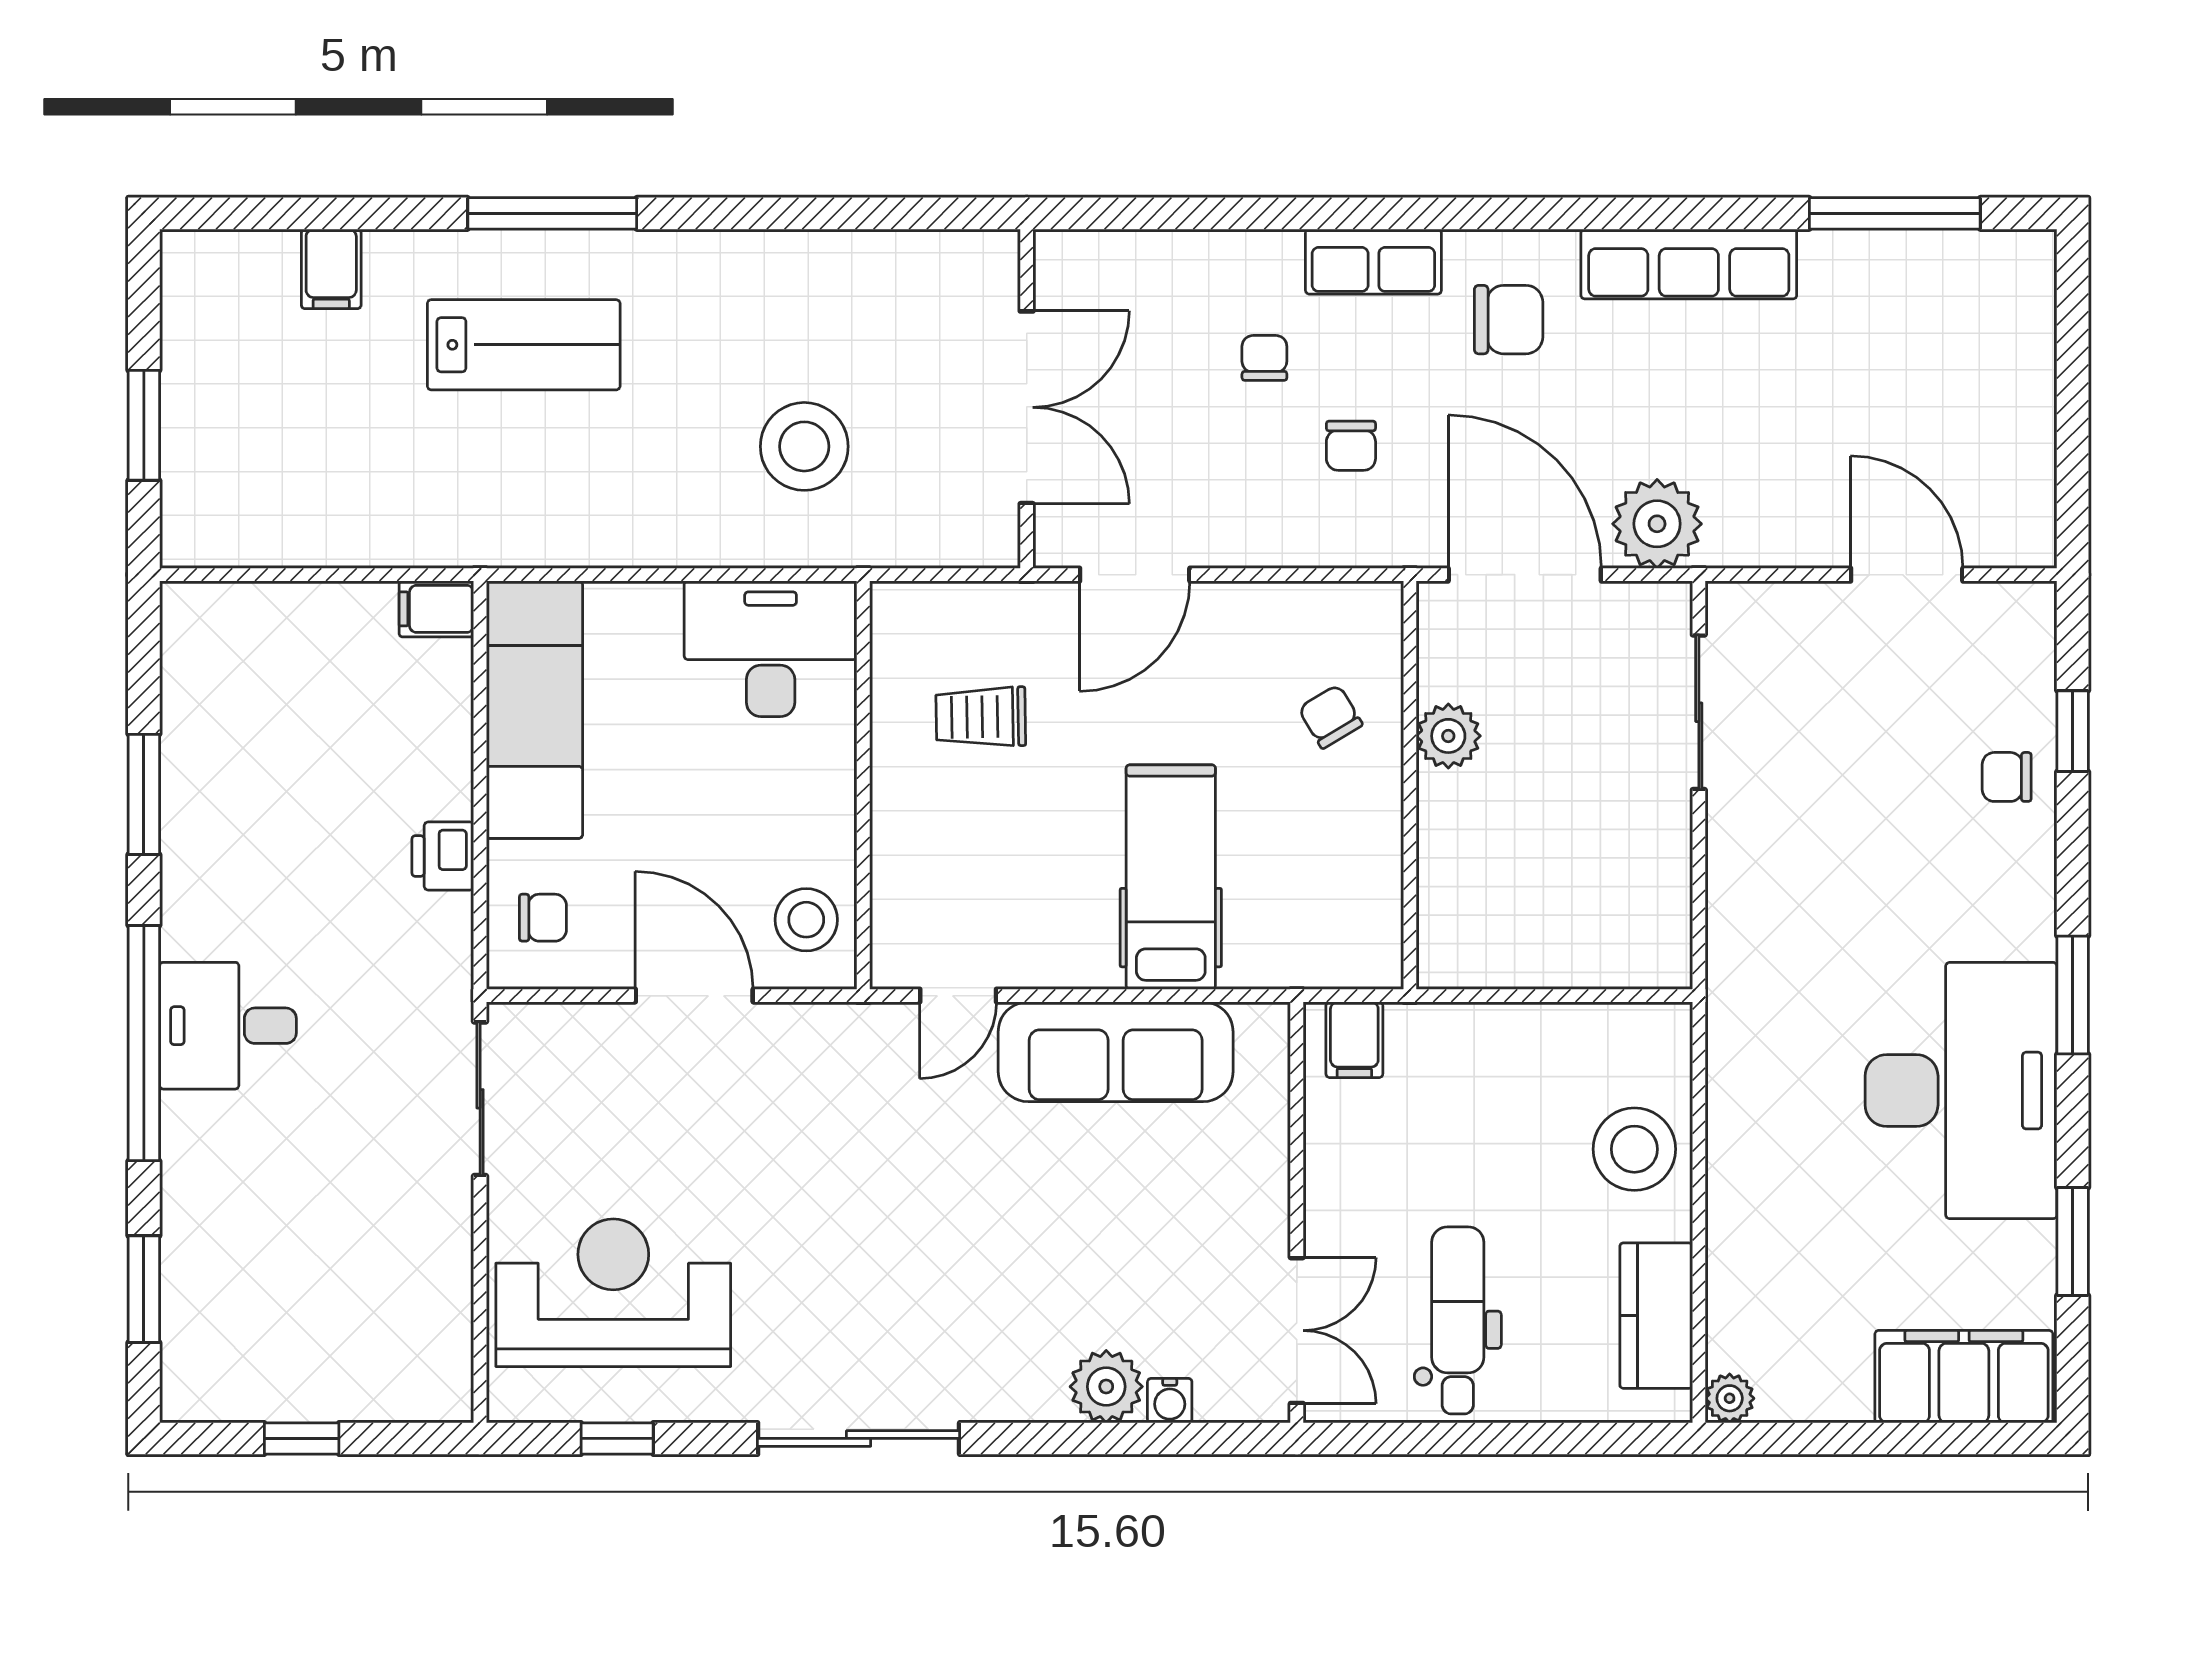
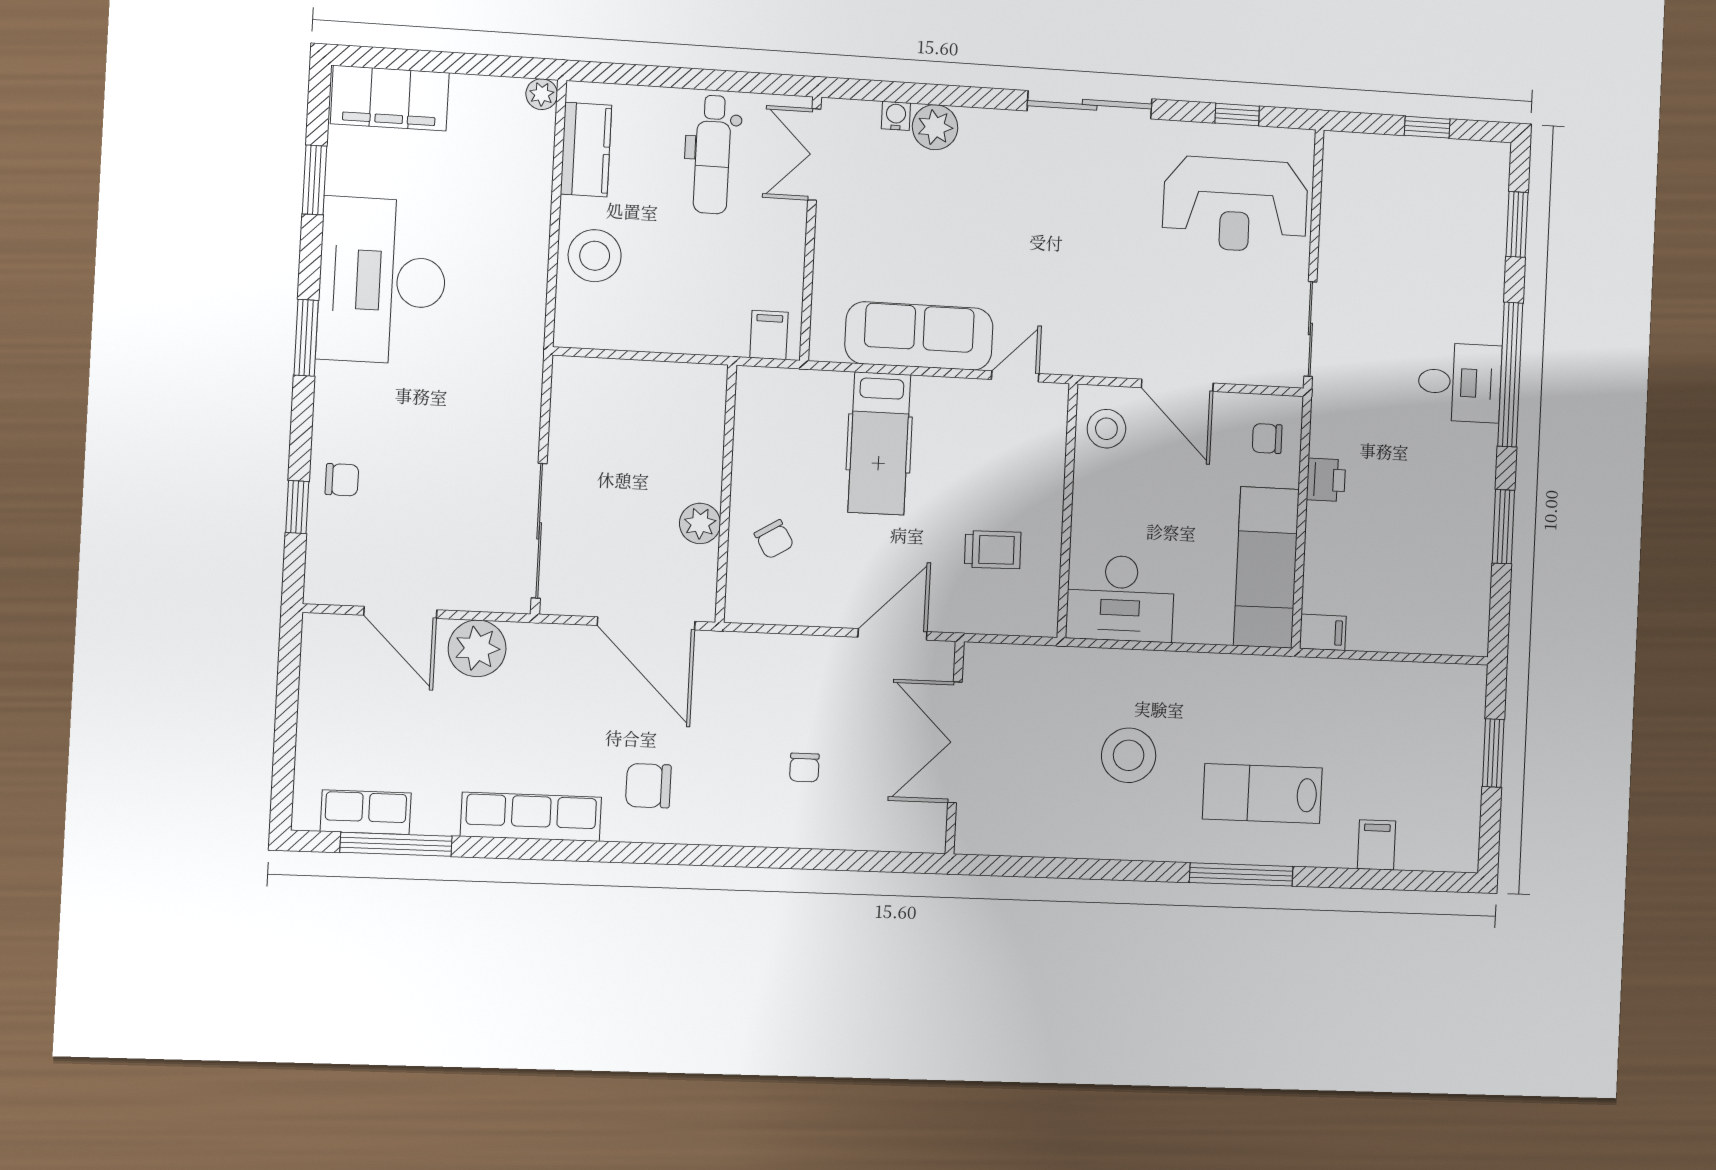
row of seats: (1373, 262) -> (366, 812), moved
stool: (804, 446) -> (1129, 755), moved
chair: (1351, 446) -> (753, 710), removed
plant: (1657, 524) -> (477, 648), moved
sliding door: (1699, 712) -> (539, 531), width x1.37

